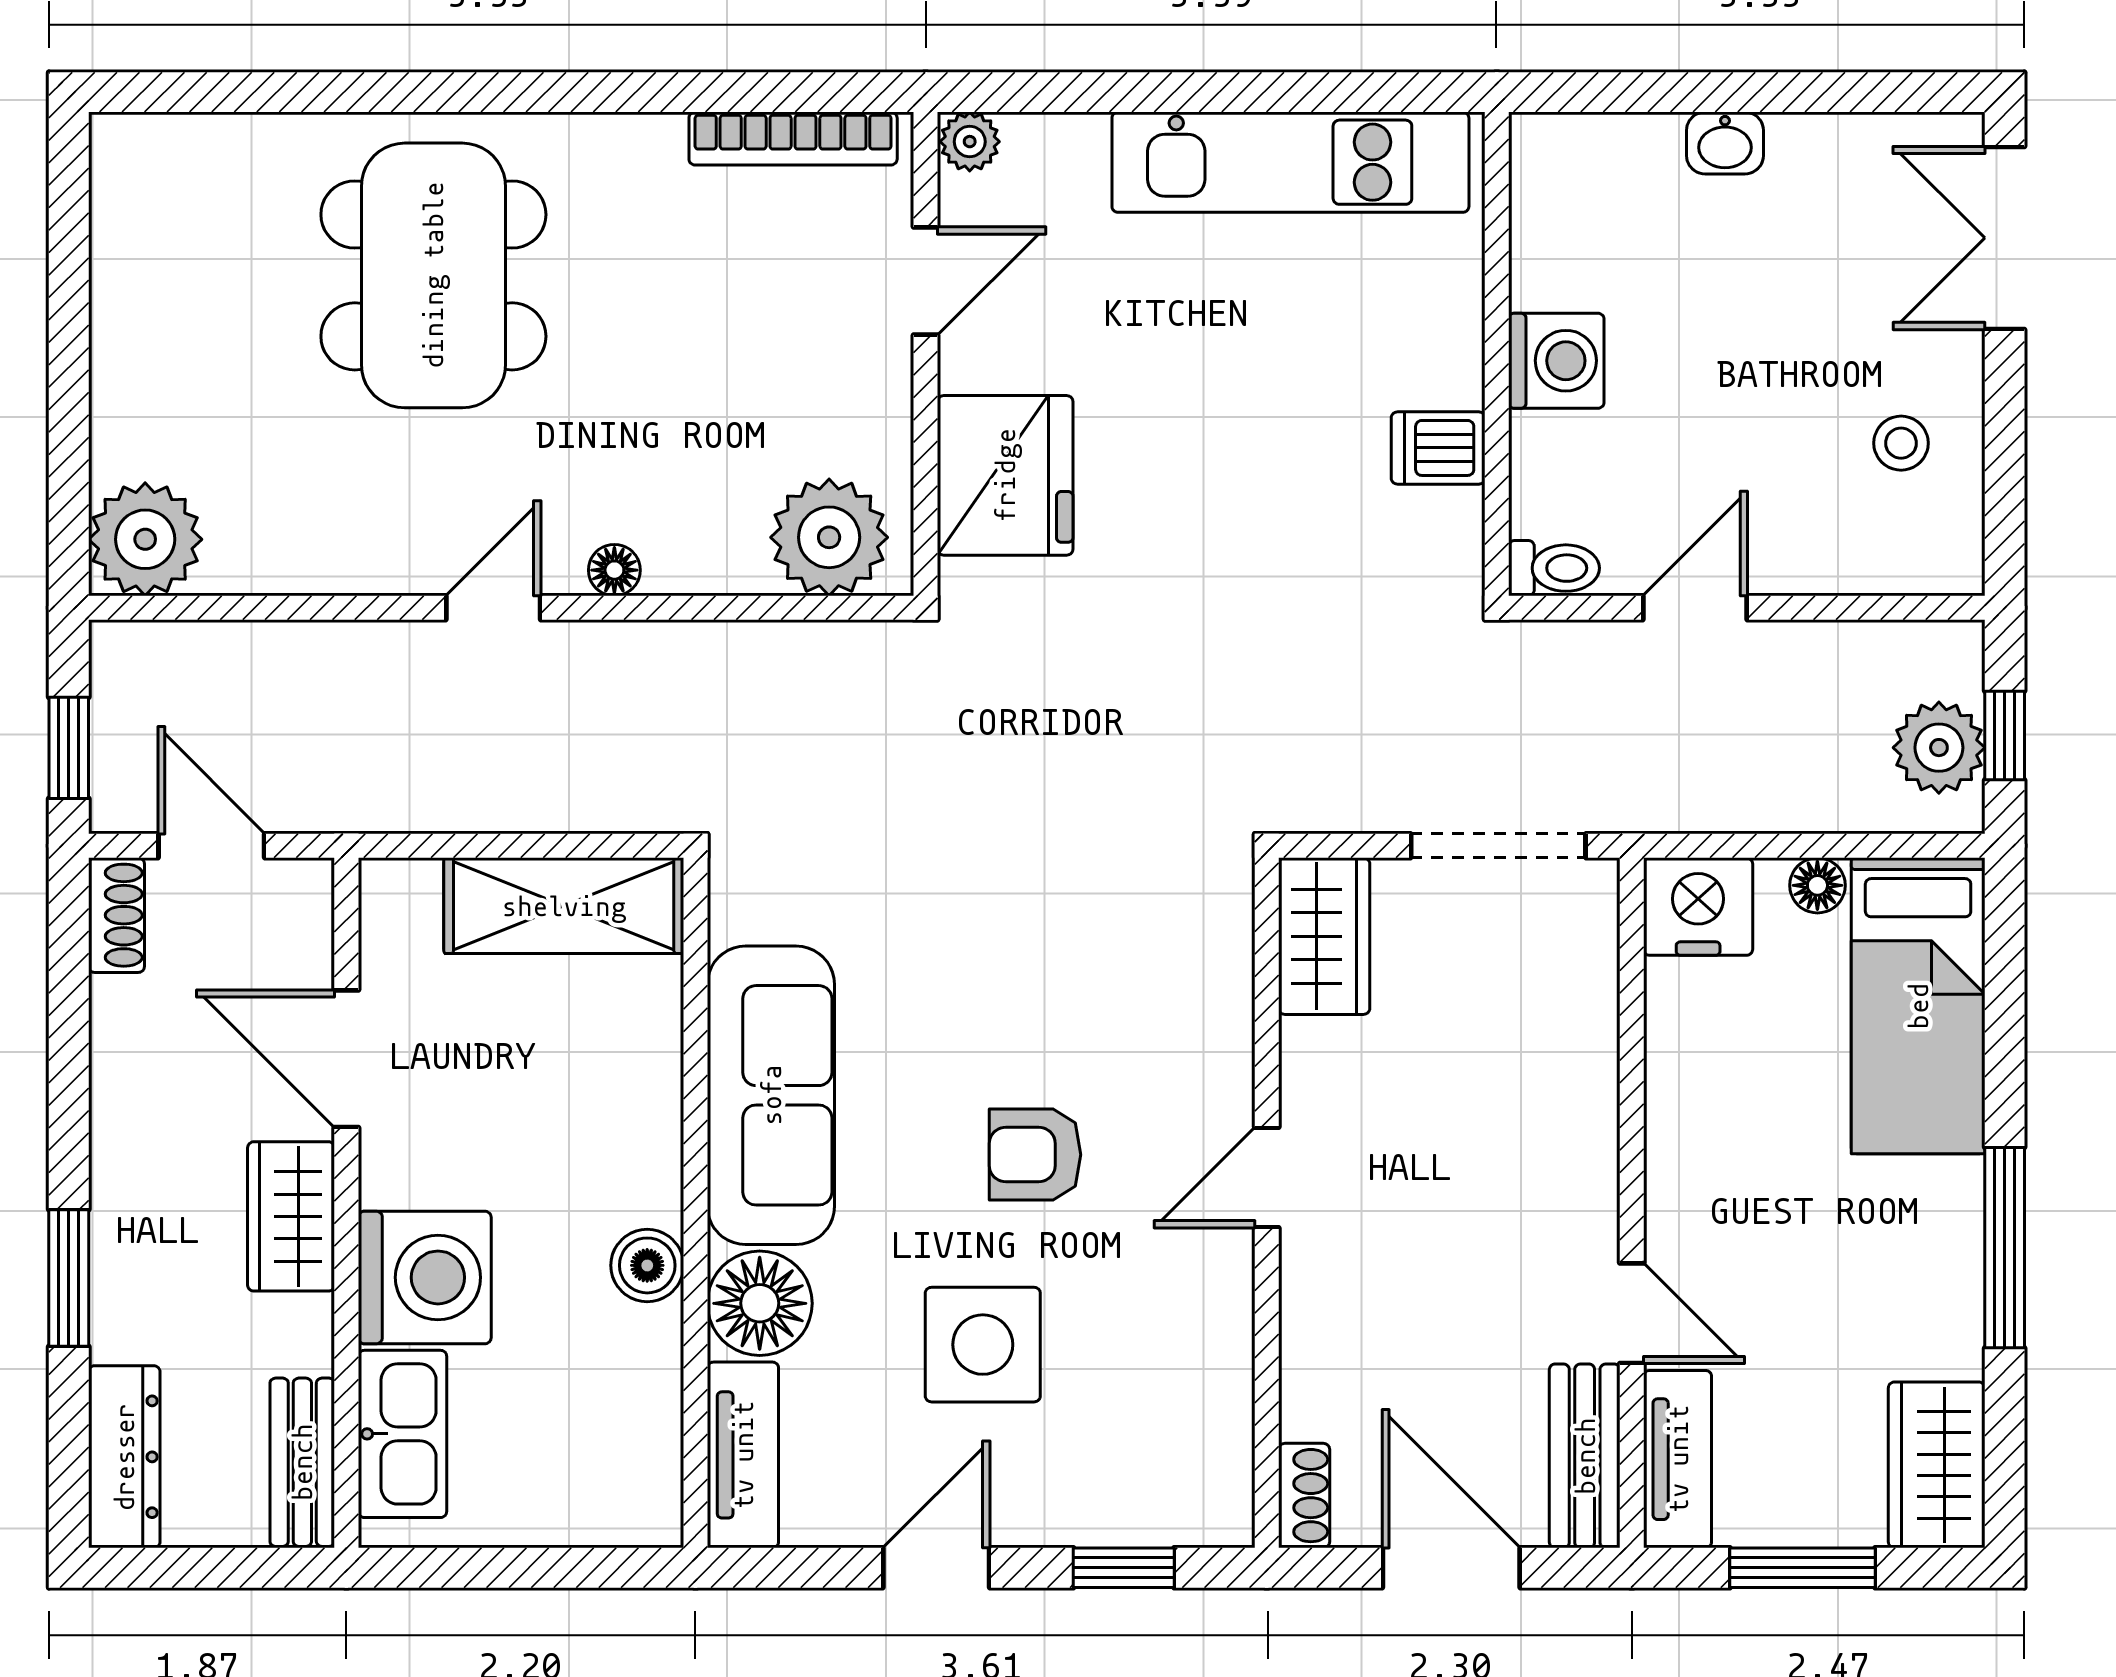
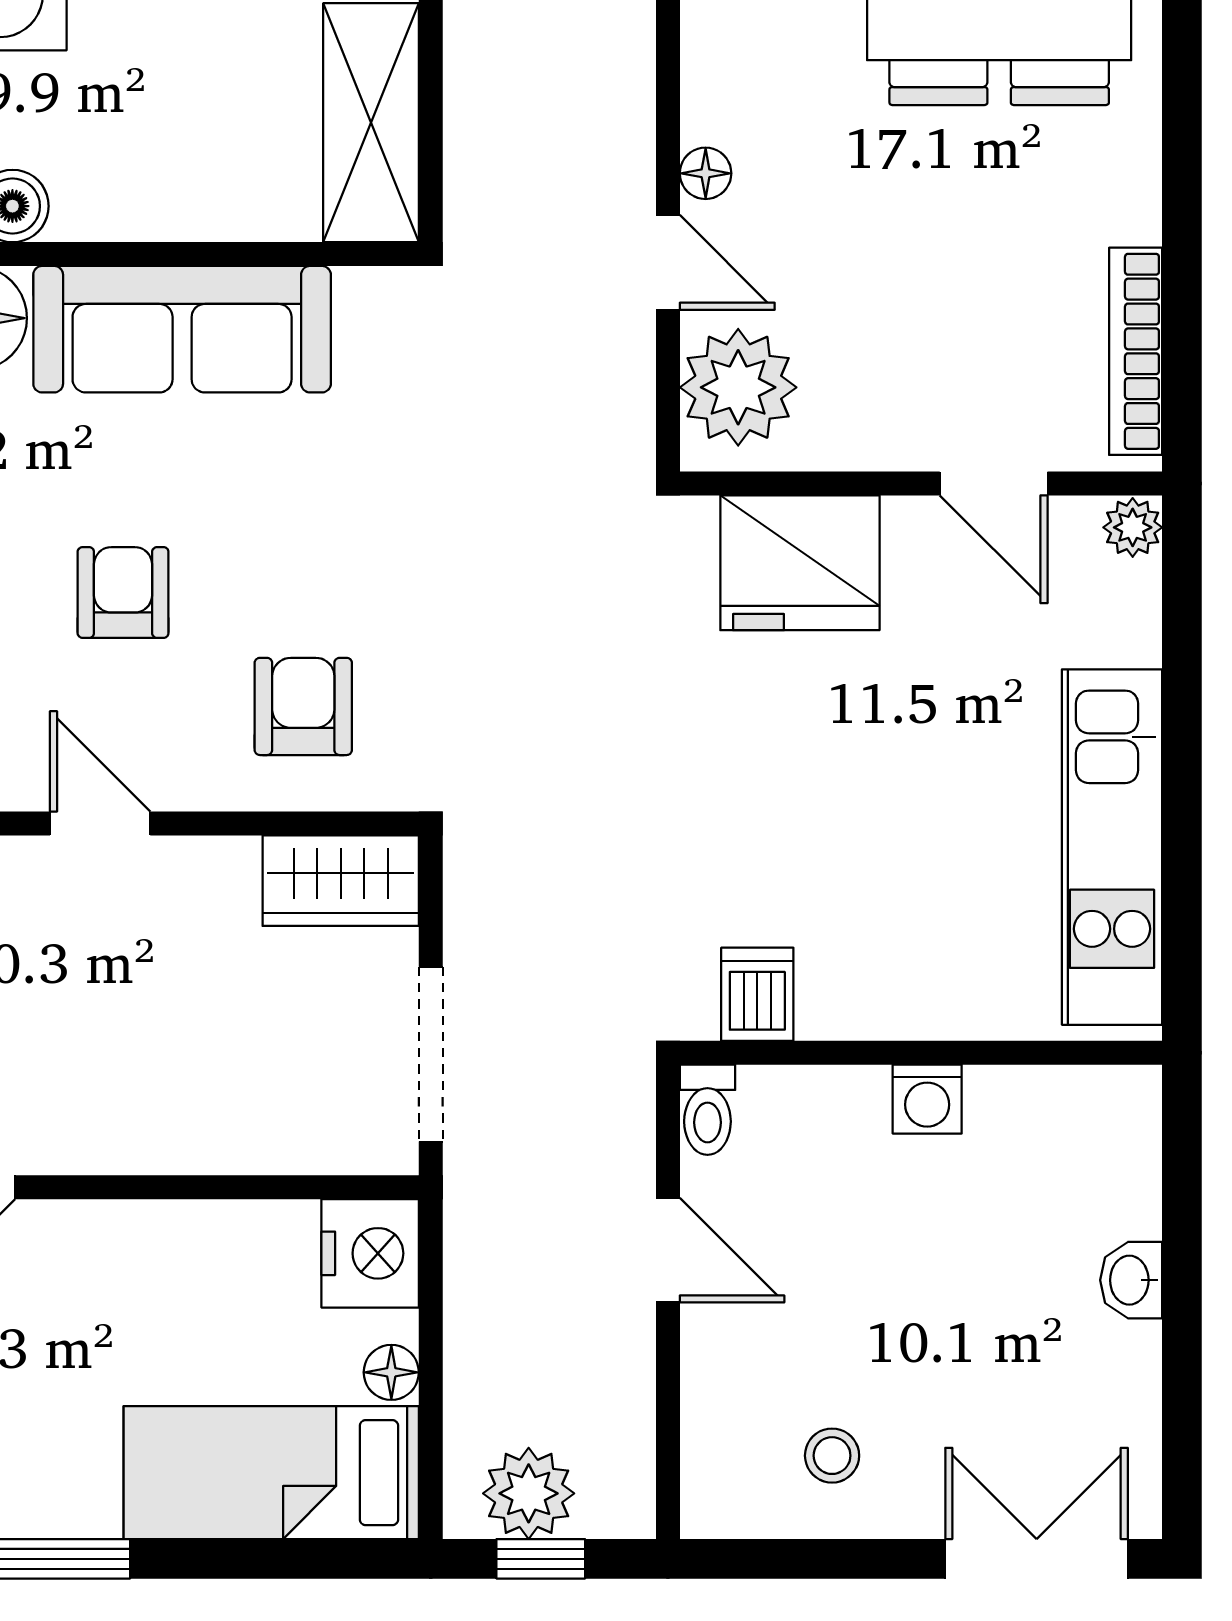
washing machine: (1556, 361) -> (927, 1099), width x0.73, depth x0.73
dishwasher: (1438, 448) -> (757, 994), moved
door: (493, 608) -> (668, 262), moved
armchair: (1149, 974) -> (303, 706), added

